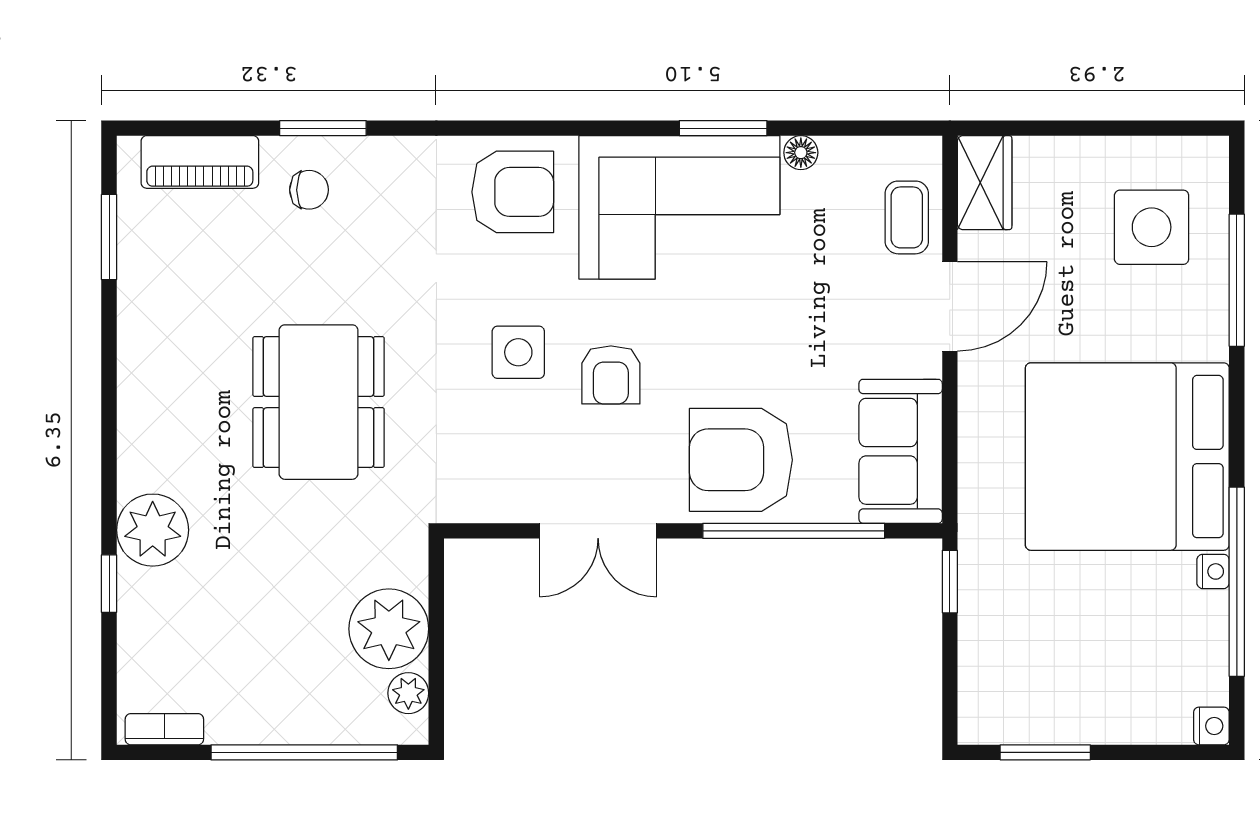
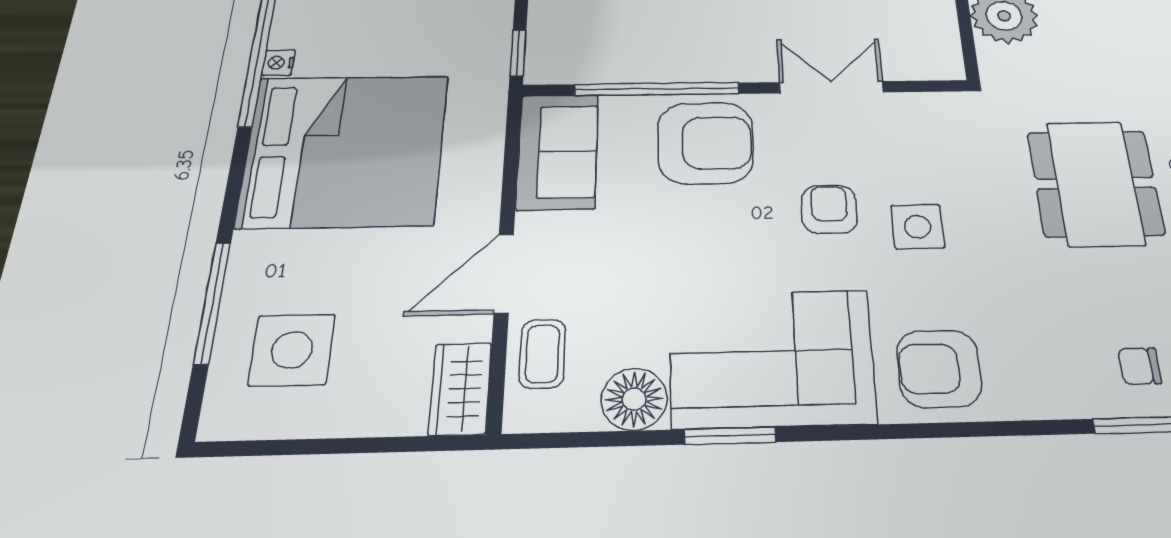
floor lamp: (801, 153) -> (634, 399), width x1.89, depth x1.89

